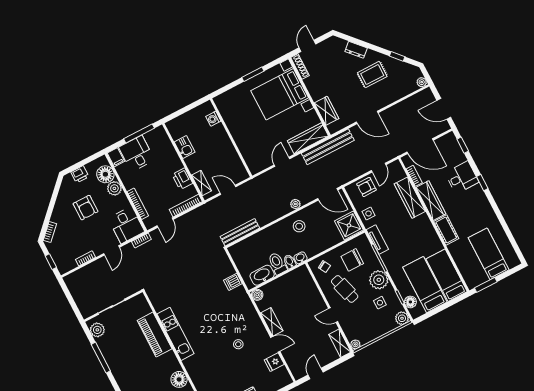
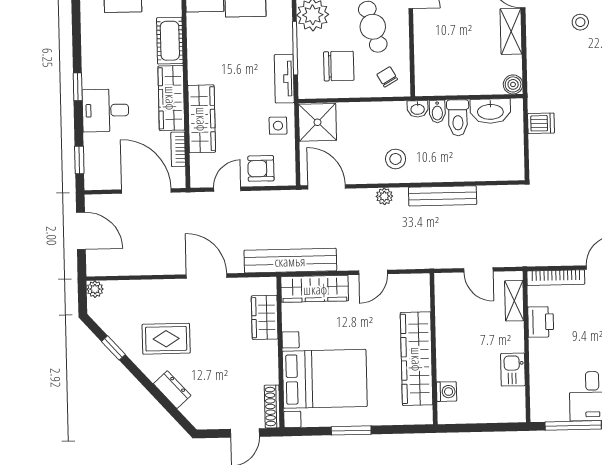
wardrobe: (237, 128) -> (417, 359), added
armchair: (366, 187) -> (261, 168), turned 180
bench: (240, 232) -> (443, 196), moved

